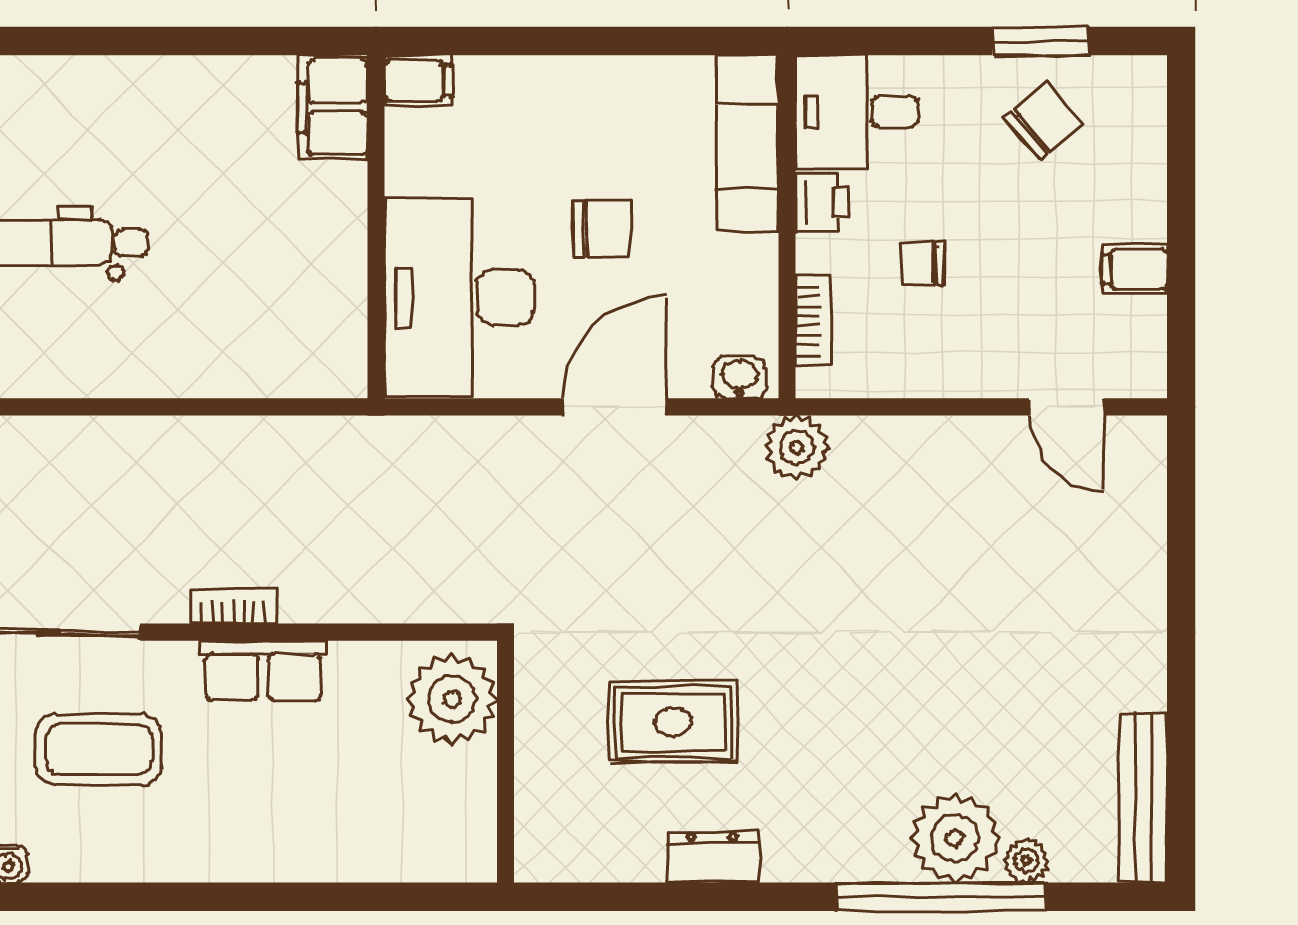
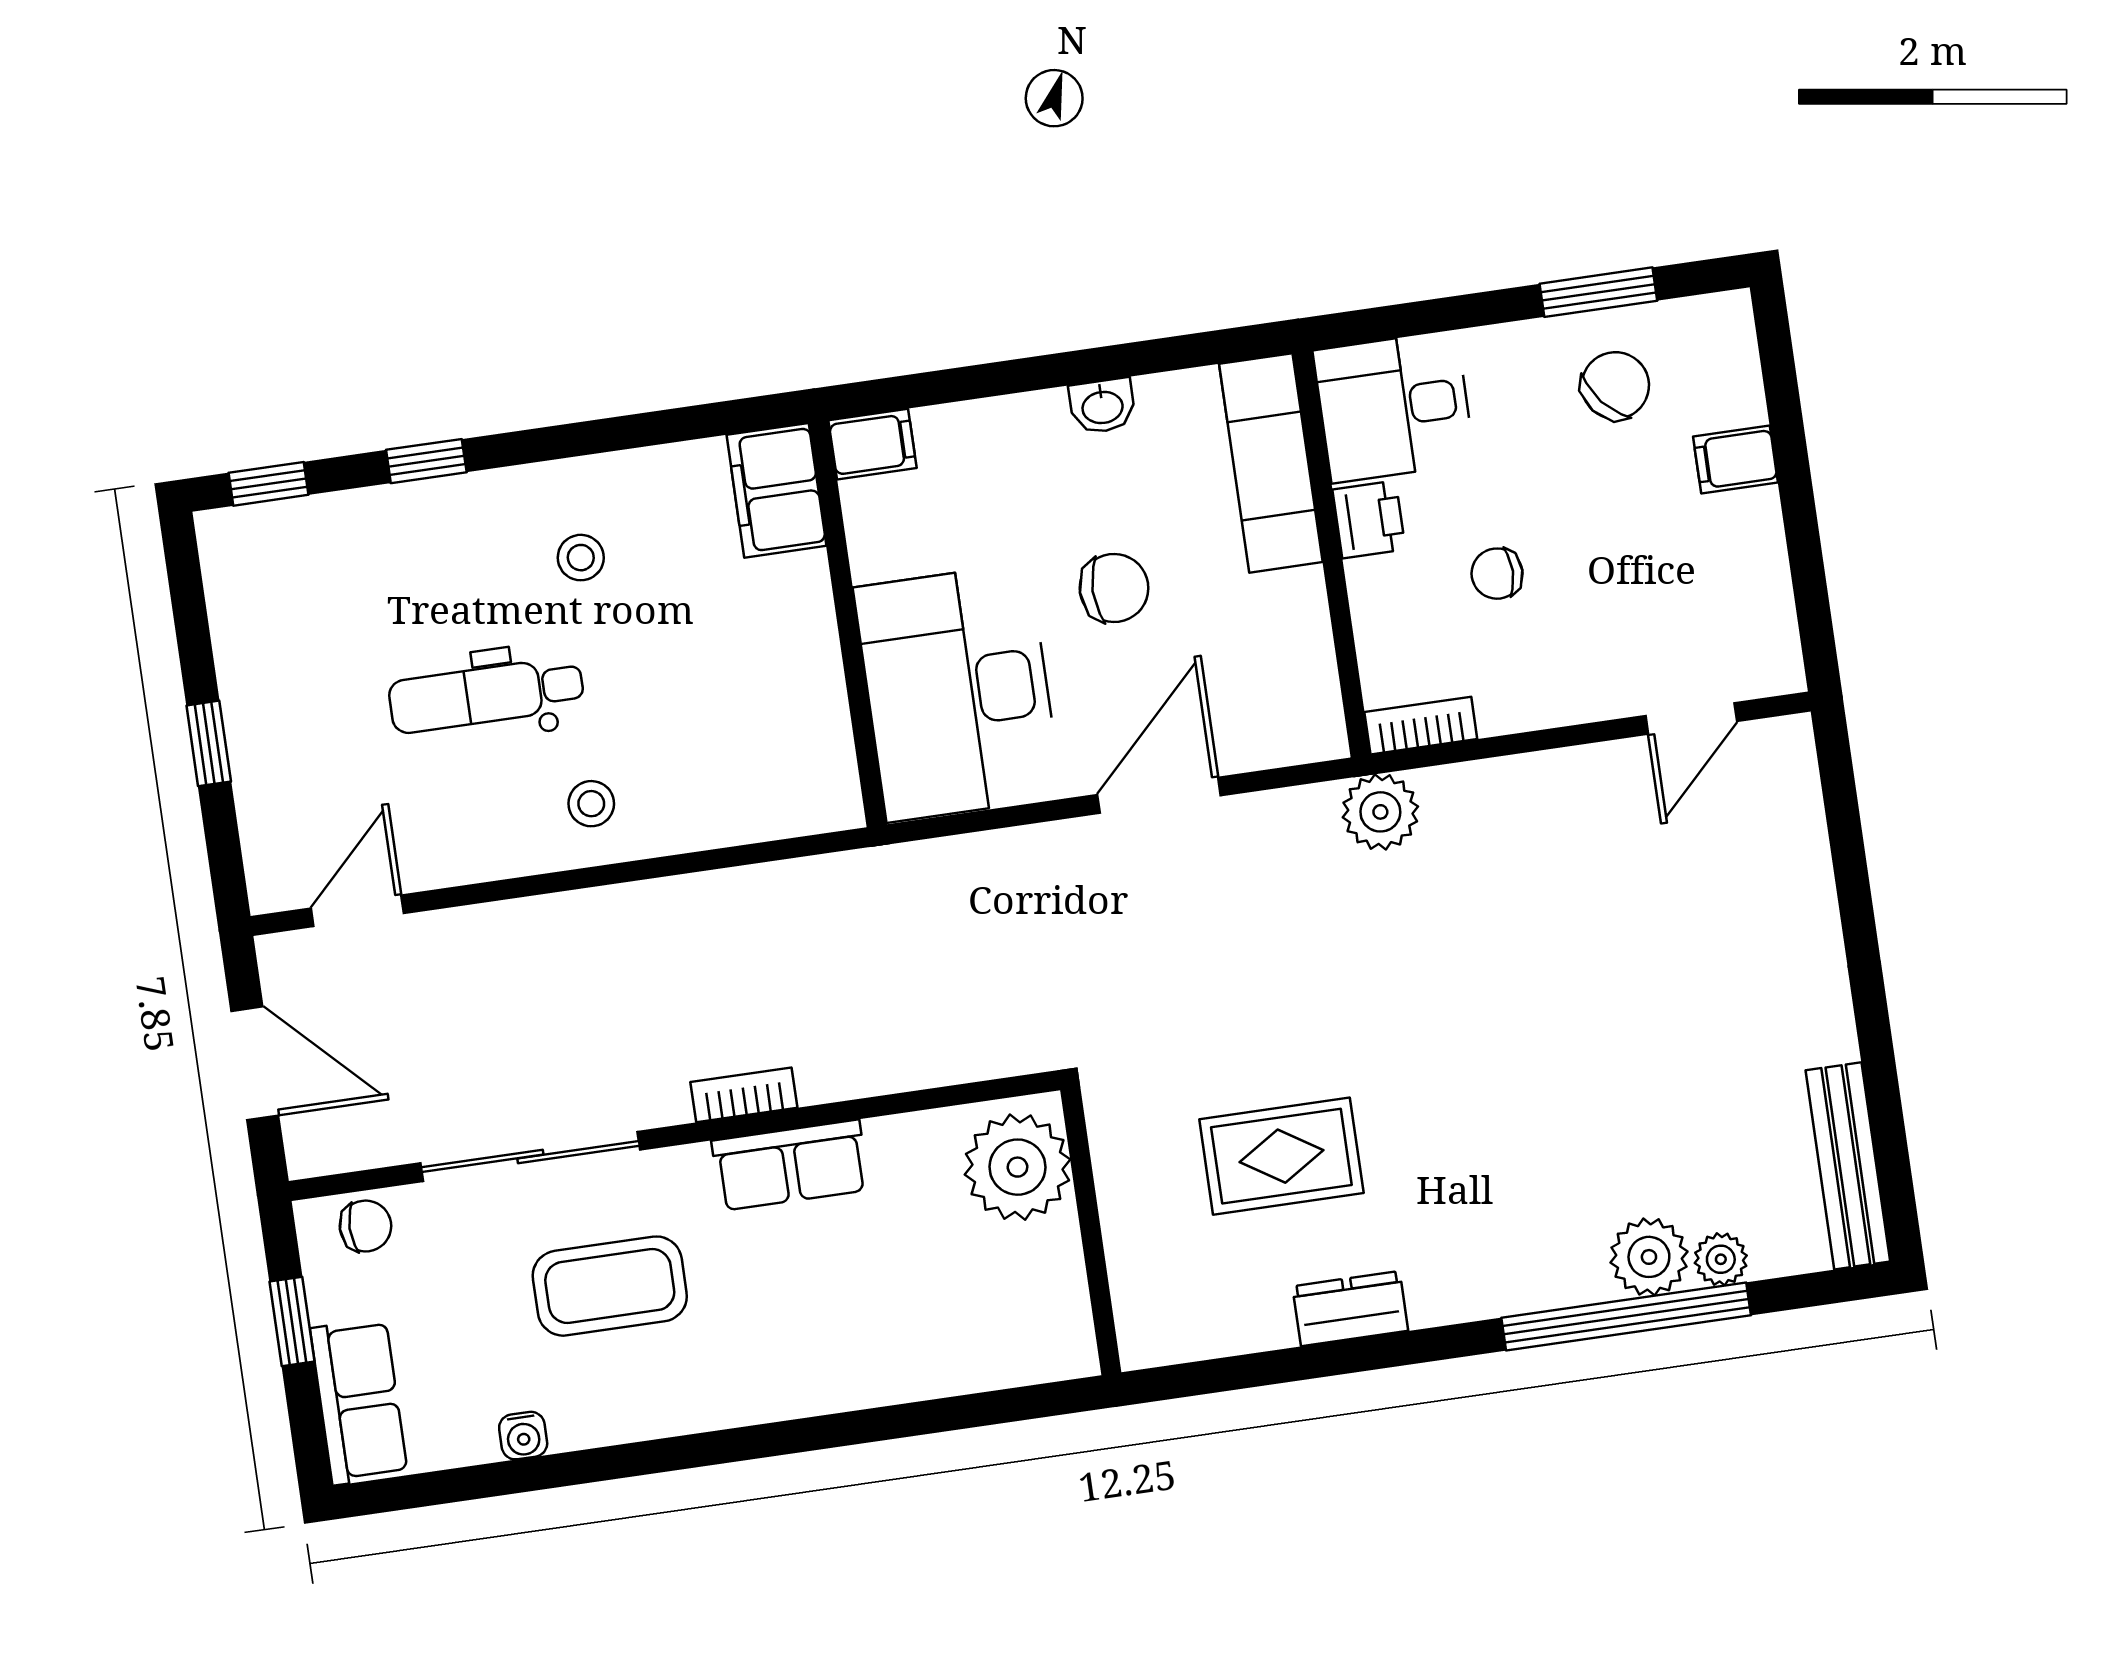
window: (45, 41) -> (426, 461), added
stool: (162, 140) -> (581, 558), added
filing cabinet: (1135, 269) -> (1736, 460), moved
bookcase: (814, 320) -> (1421, 726), moved, turned -90
stool: (141, 346) -> (591, 804), added
washbasin: (740, 377) -> (1102, 406), moved, turned 180
door: (1067, 407) -> (1691, 719), hinge flipped
plant: (955, 838) -> (1649, 1257), width x0.73, depth x0.73

